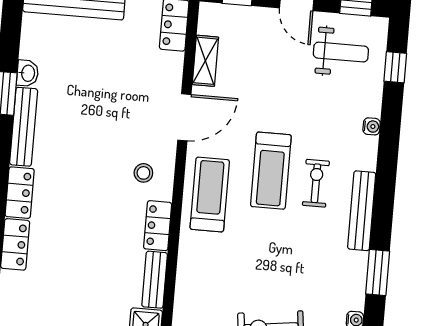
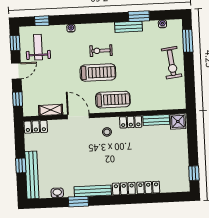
washbasin: (28, 73) -> (57, 193), moved
treadmill: (210, 194) -> (113, 100), turned 180
bench: (362, 211) -> (128, 27), moved, width x0.73

